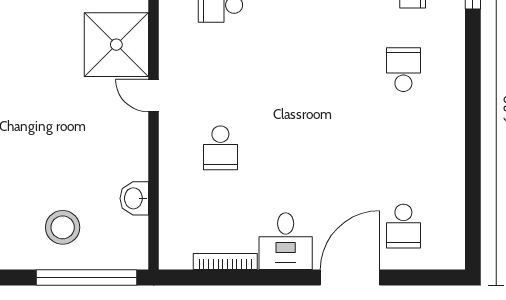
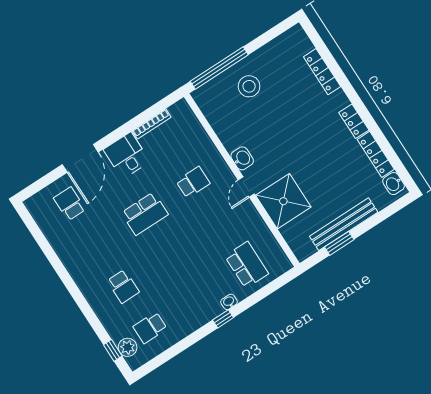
door: (154, 96) -> (246, 187), swing flipped
school desk: (220, 148) -> (193, 182), turned 90
school desk: (312, 148) -> (145, 214), added
washbasin: (134, 198) -> (242, 158), moved

